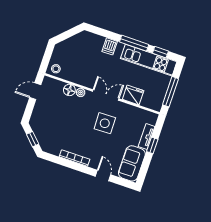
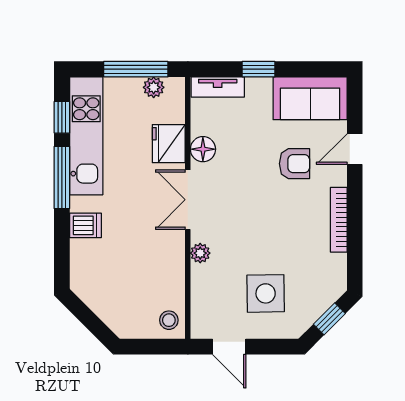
floor lamp: (69, 90) -> (203, 149), moved
plant: (160, 97) -> (154, 87), added
side table: (105, 123) -> (266, 293), moved
tv unit: (147, 136) -> (218, 87), moved
armchair: (106, 147) -> (295, 164), added

